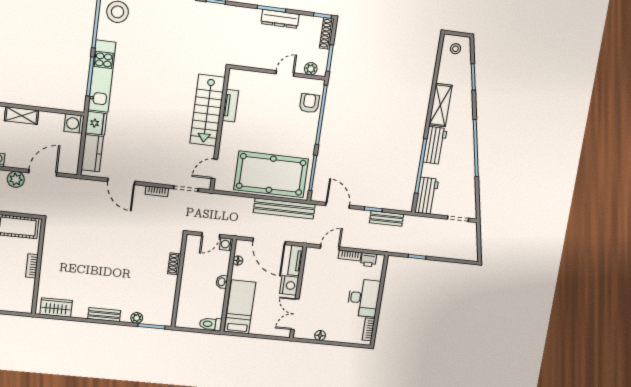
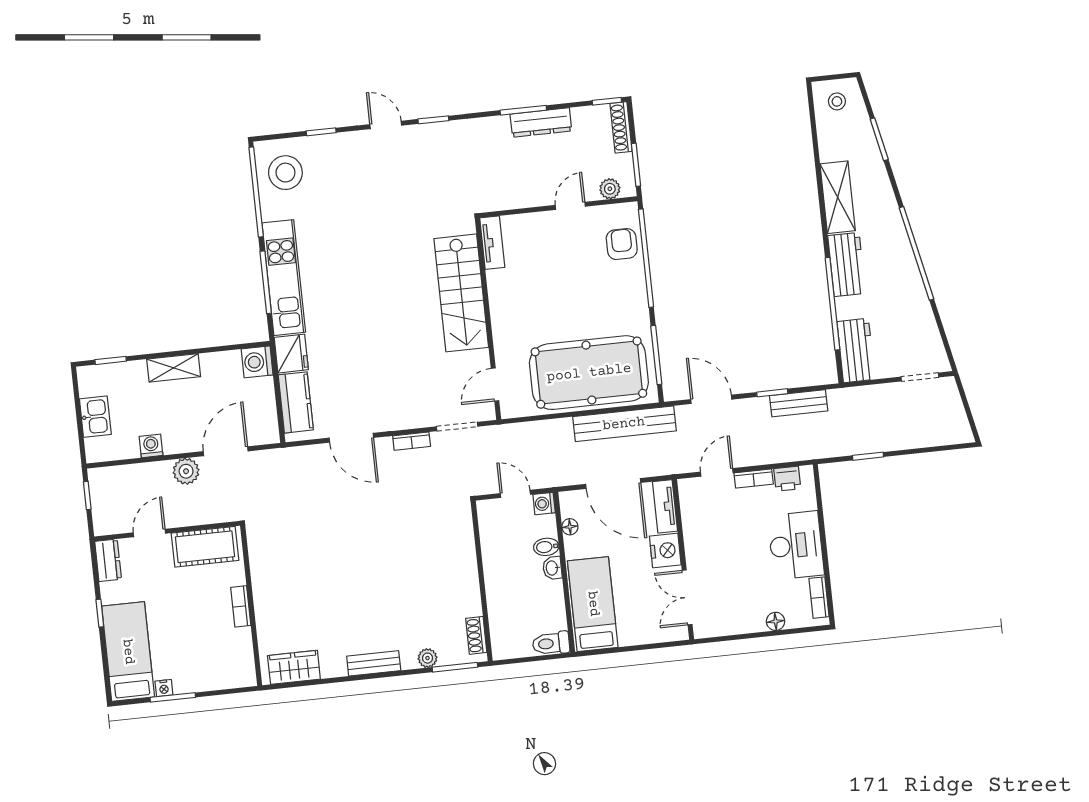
tv unit: (230, 106) -> (492, 243), moved
door: (211, 235) -> (515, 494), swing flipped
shoe rack: (174, 264) -> (476, 635), moved
bidet: (221, 269) -> (546, 547), added
floor lamp: (320, 336) -> (776, 621), moved

